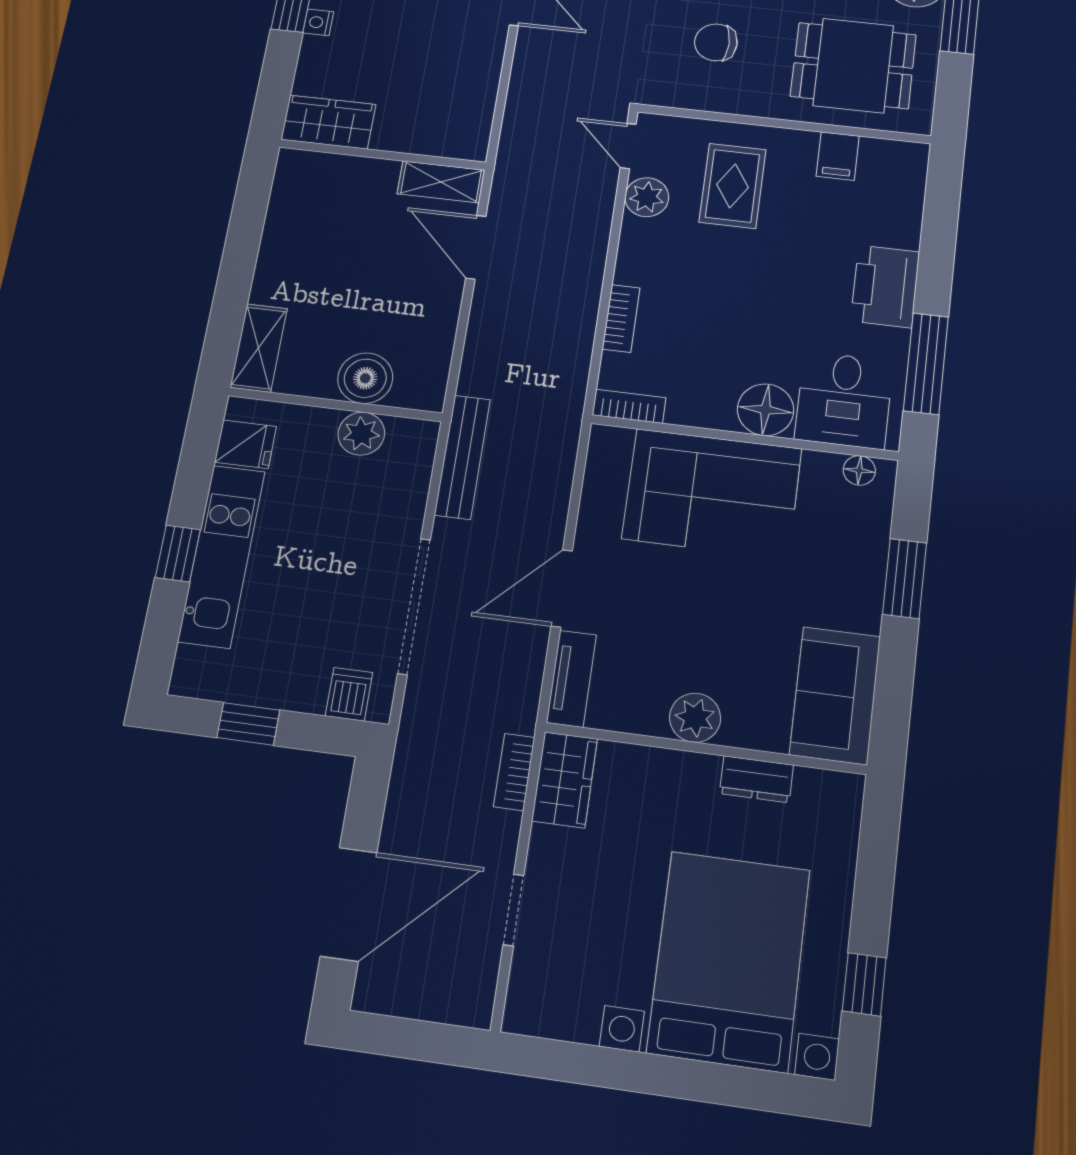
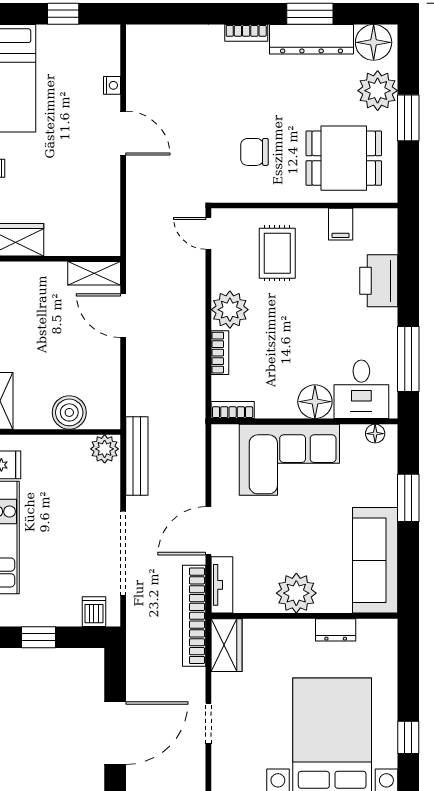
plant: (647, 197) -> (230, 310), moved, width x1.36, depth x1.36
printer: (885, 286) -> (379, 281), moved
plant: (361, 434) -> (105, 449), moved
sofa: (835, 695) -> (375, 560), width x1.36
plant: (695, 718) -> (296, 593), width x1.36, depth x1.36
bookcase: (514, 772) -> (194, 616), width x2.31, depth x1.31

